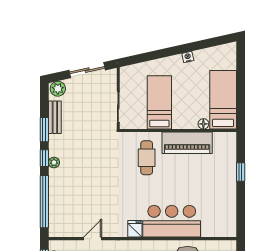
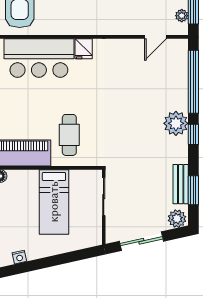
window: (44, 130) -> (193, 190), moved
plant: (54, 163) -> (176, 123), width x1.87, depth x1.87
door: (93, 239) -> (156, 37), moved

